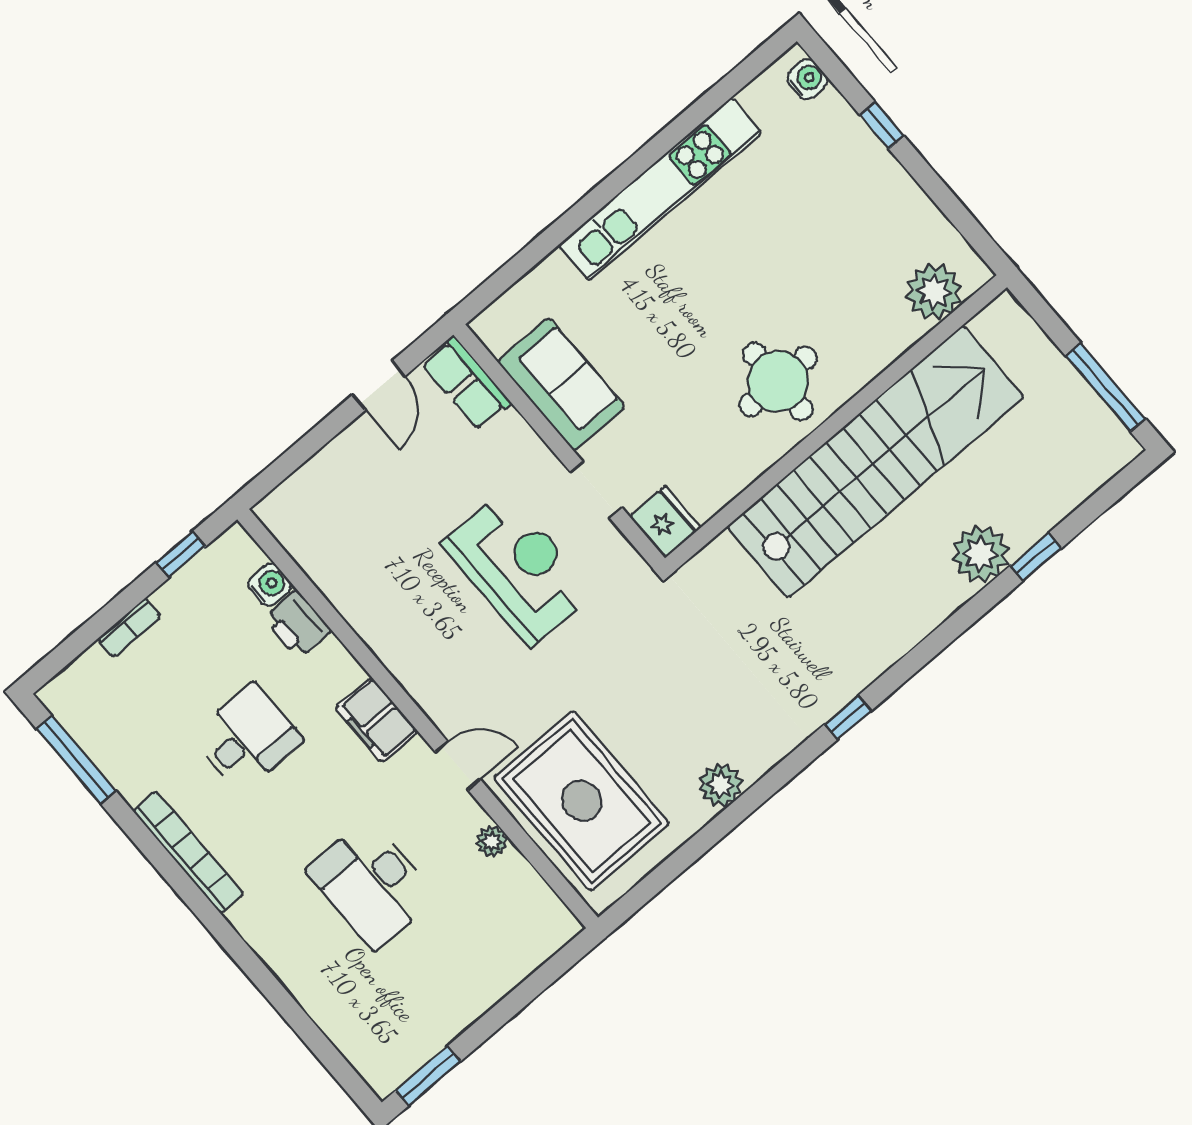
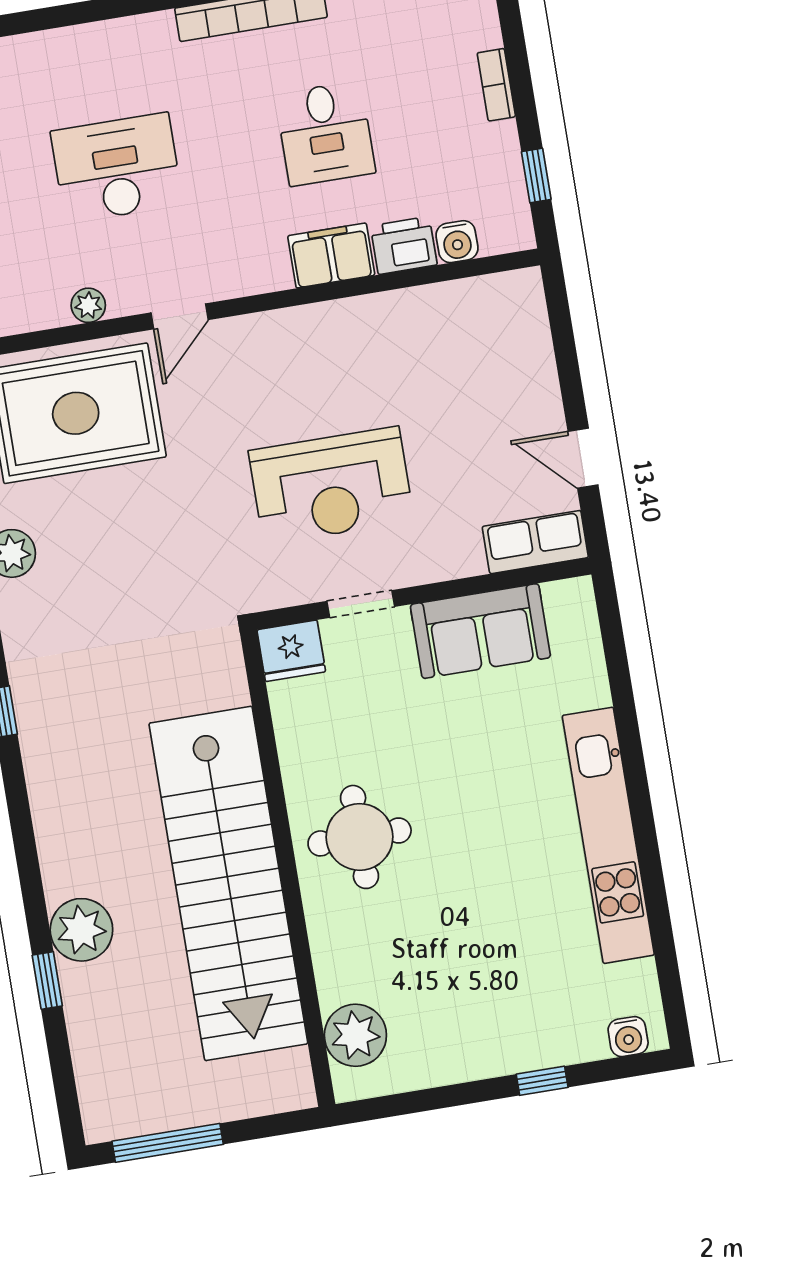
filing cabinet: (377, 720) -> (331, 256), moved

